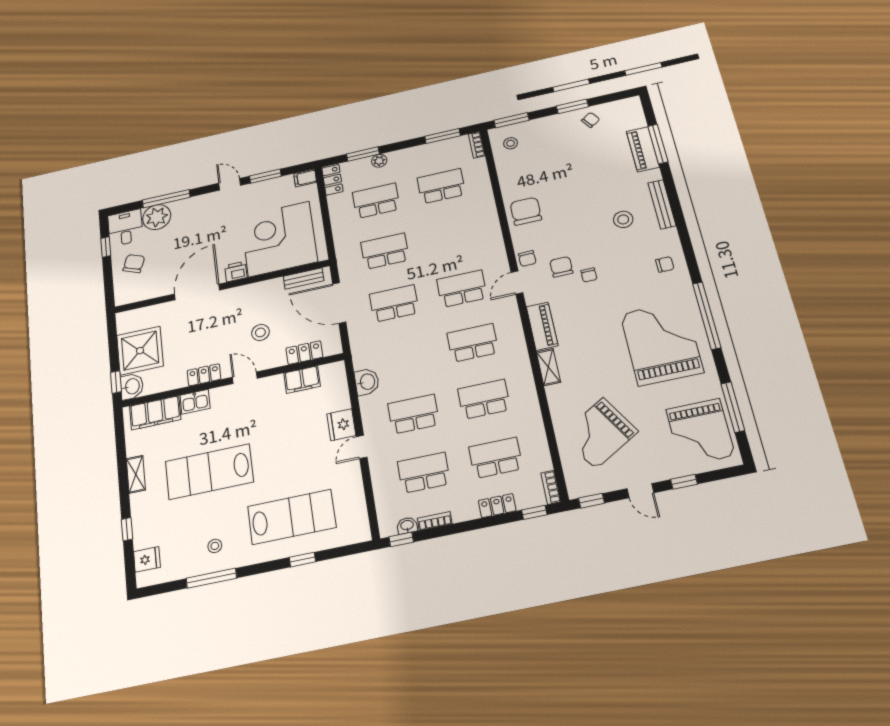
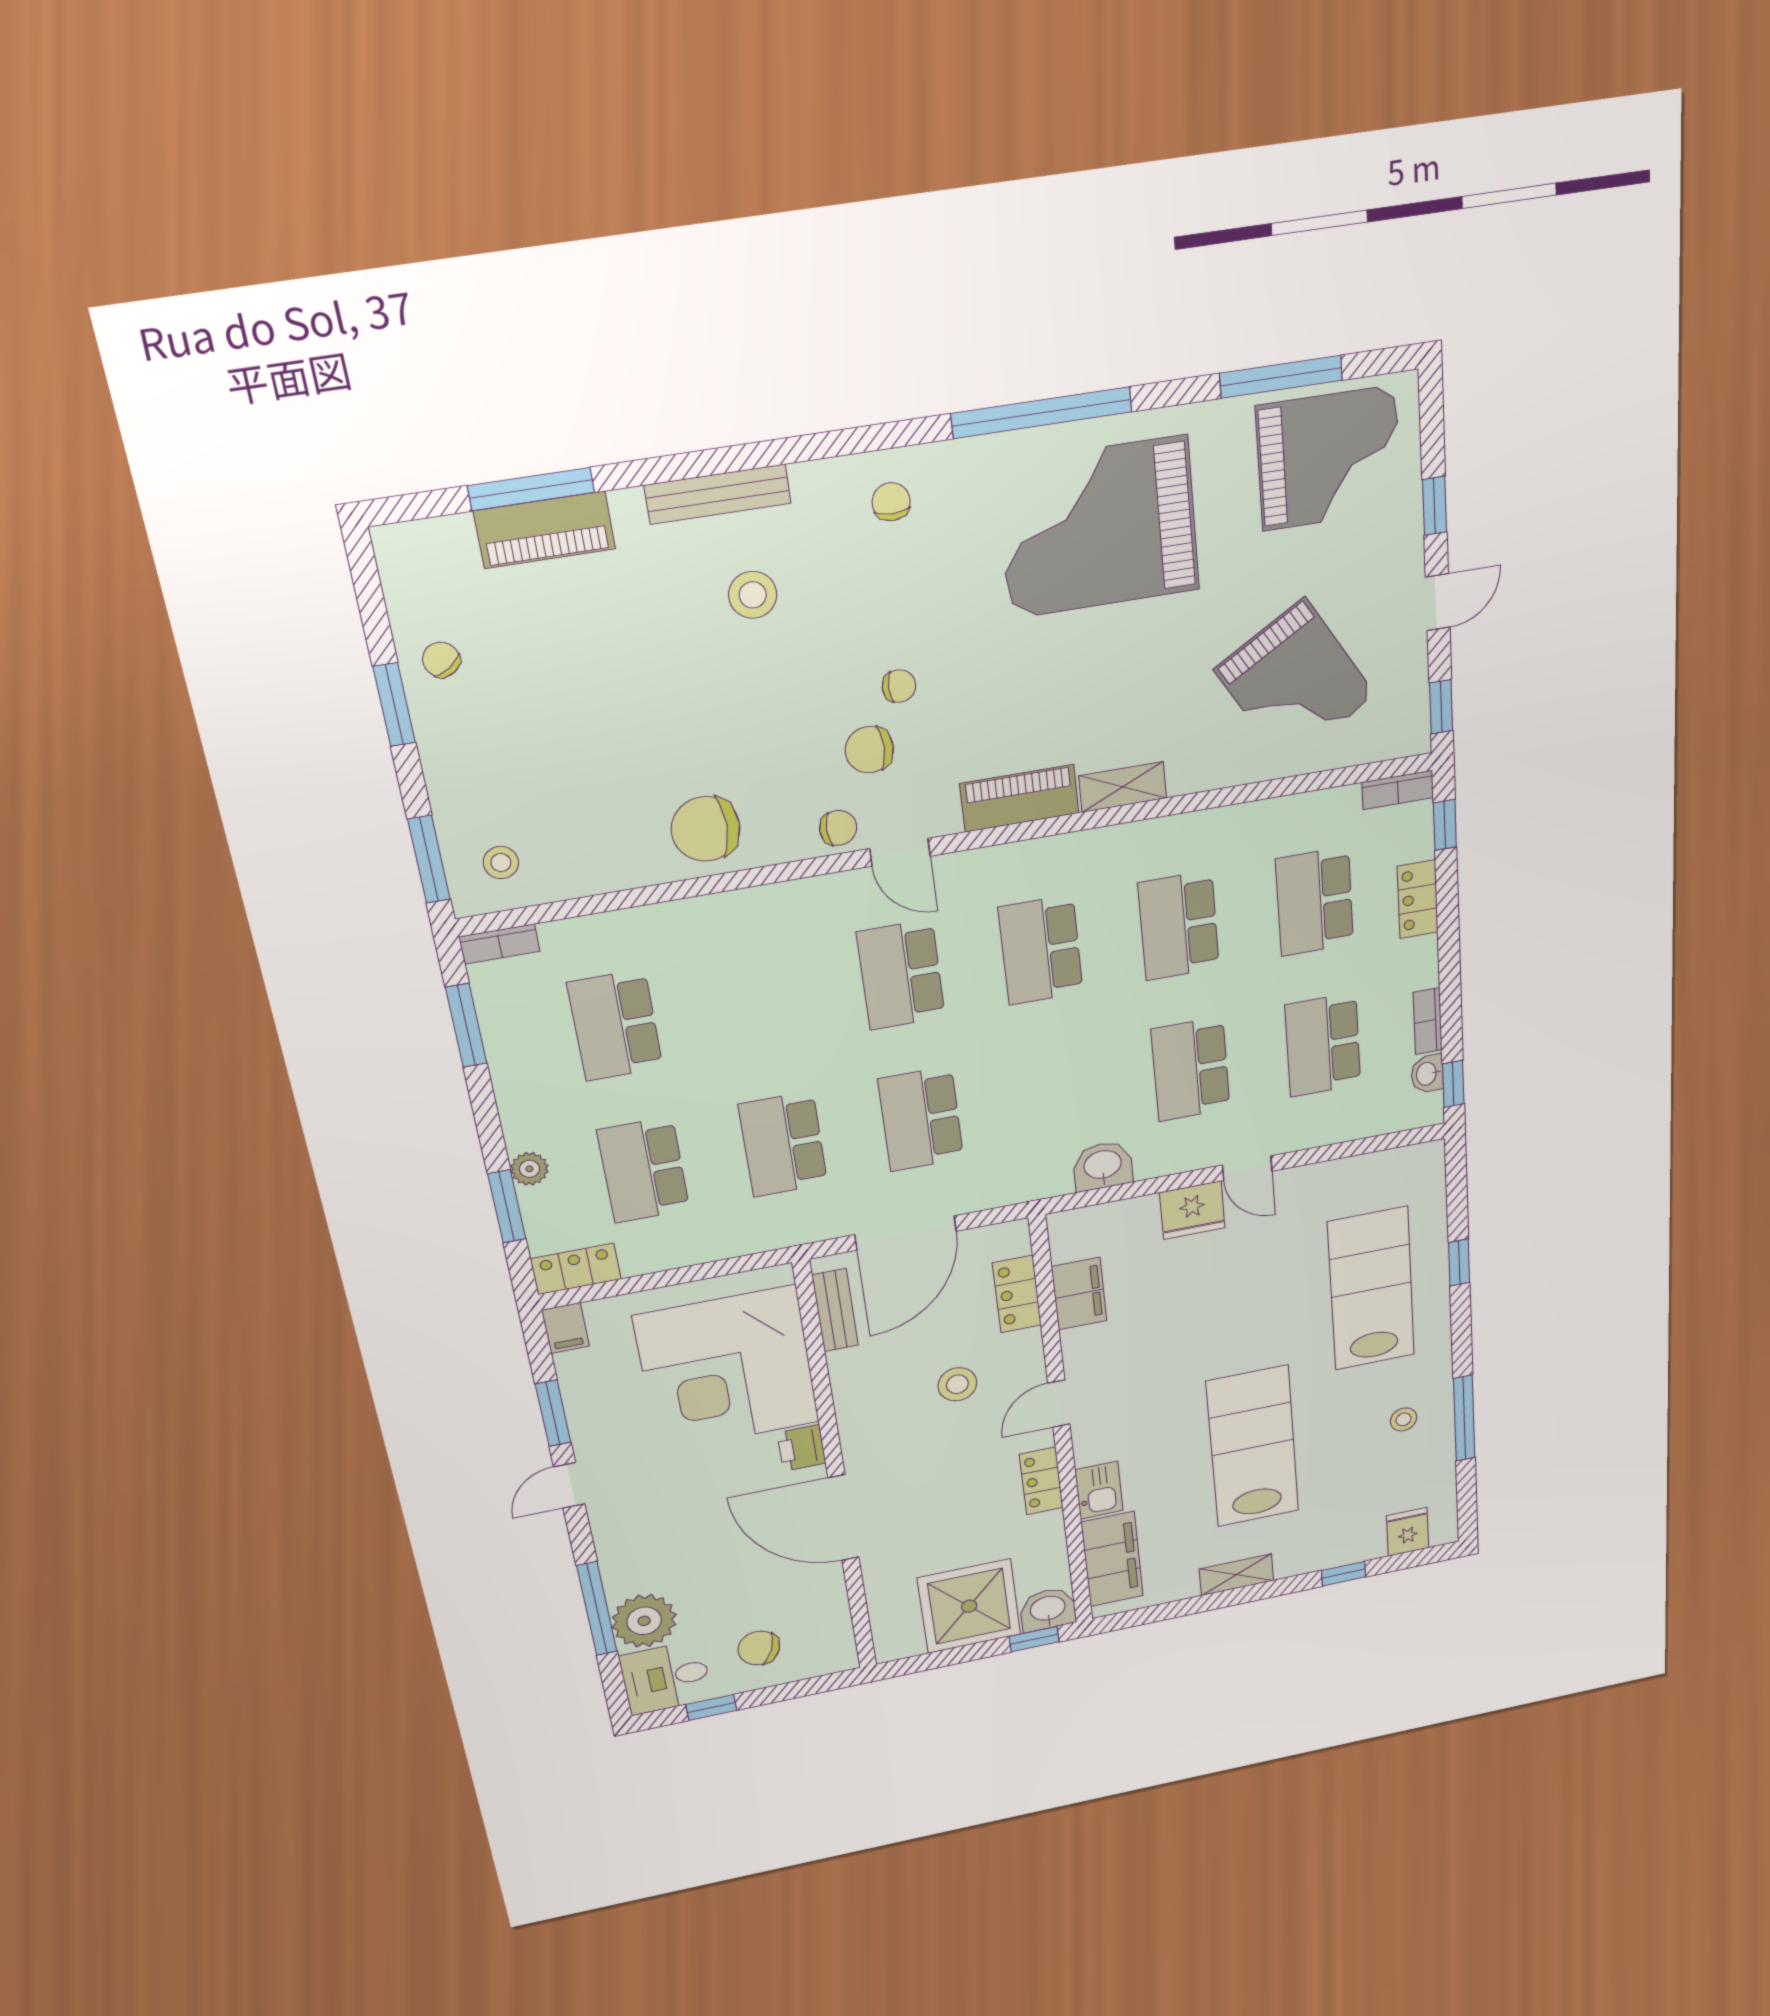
lab bench: (209, 472) -> (1253, 1447), turned 180

